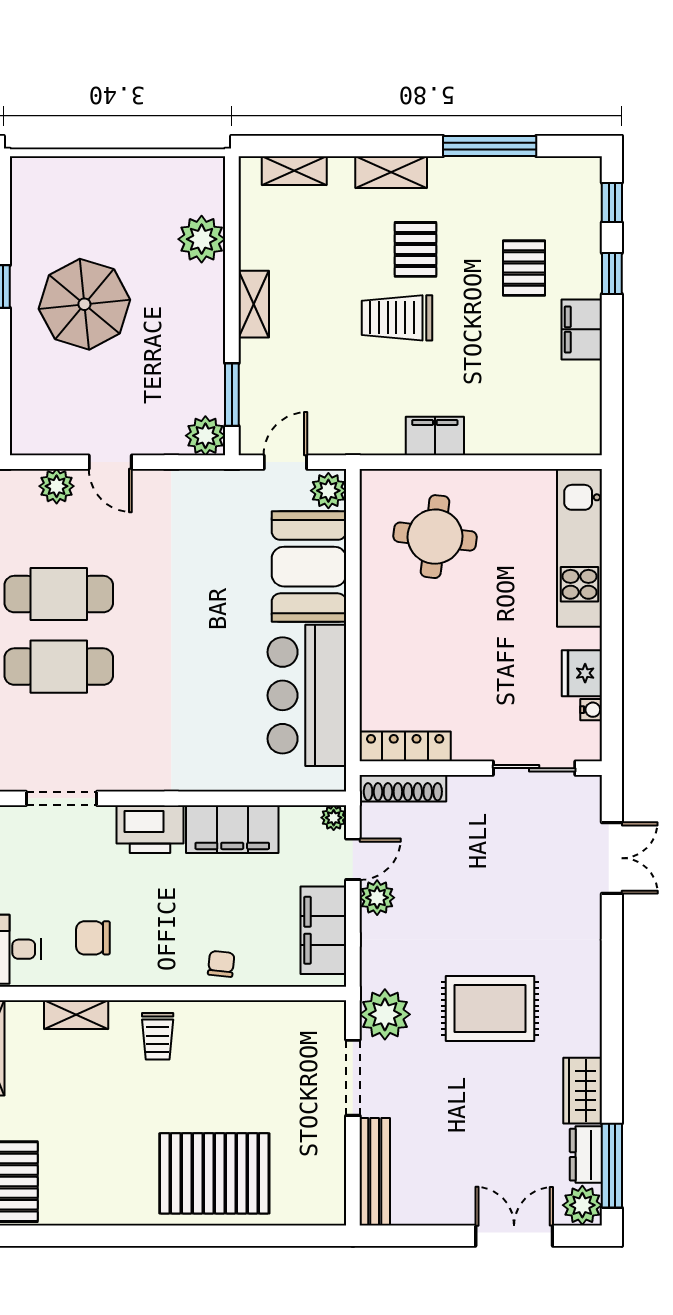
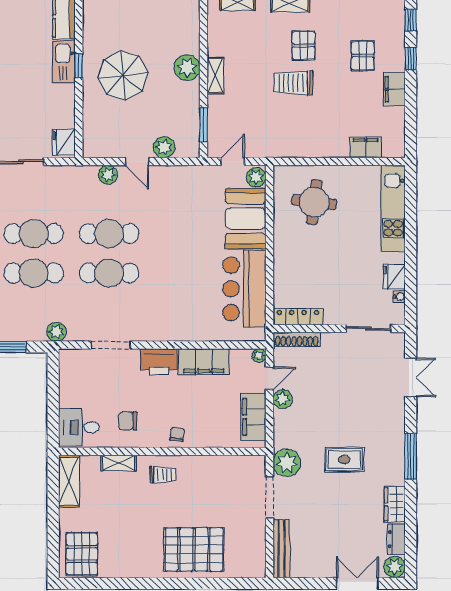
plant: (202, 239) -> (187, 68), moved
plant: (205, 436) -> (164, 147), moved
filing cabinet: (435, 436) -> (366, 147), moved
chair: (221, 964) -> (177, 434), moved
rug: (490, 1008) -> (344, 460), width x0.73, depth x0.70
trolley: (158, 1036) -> (163, 475), turned -90
window: (612, 1166) -> (411, 456), moved

